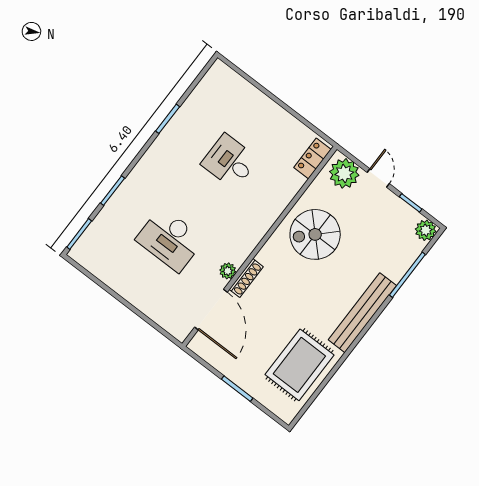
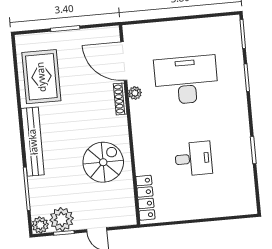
locker: (312, 158) -> (145, 198), width x1.53
plant: (344, 173) -> (62, 219), moved
desk: (170, 239) -> (186, 80), width x1.36, depth x1.30

